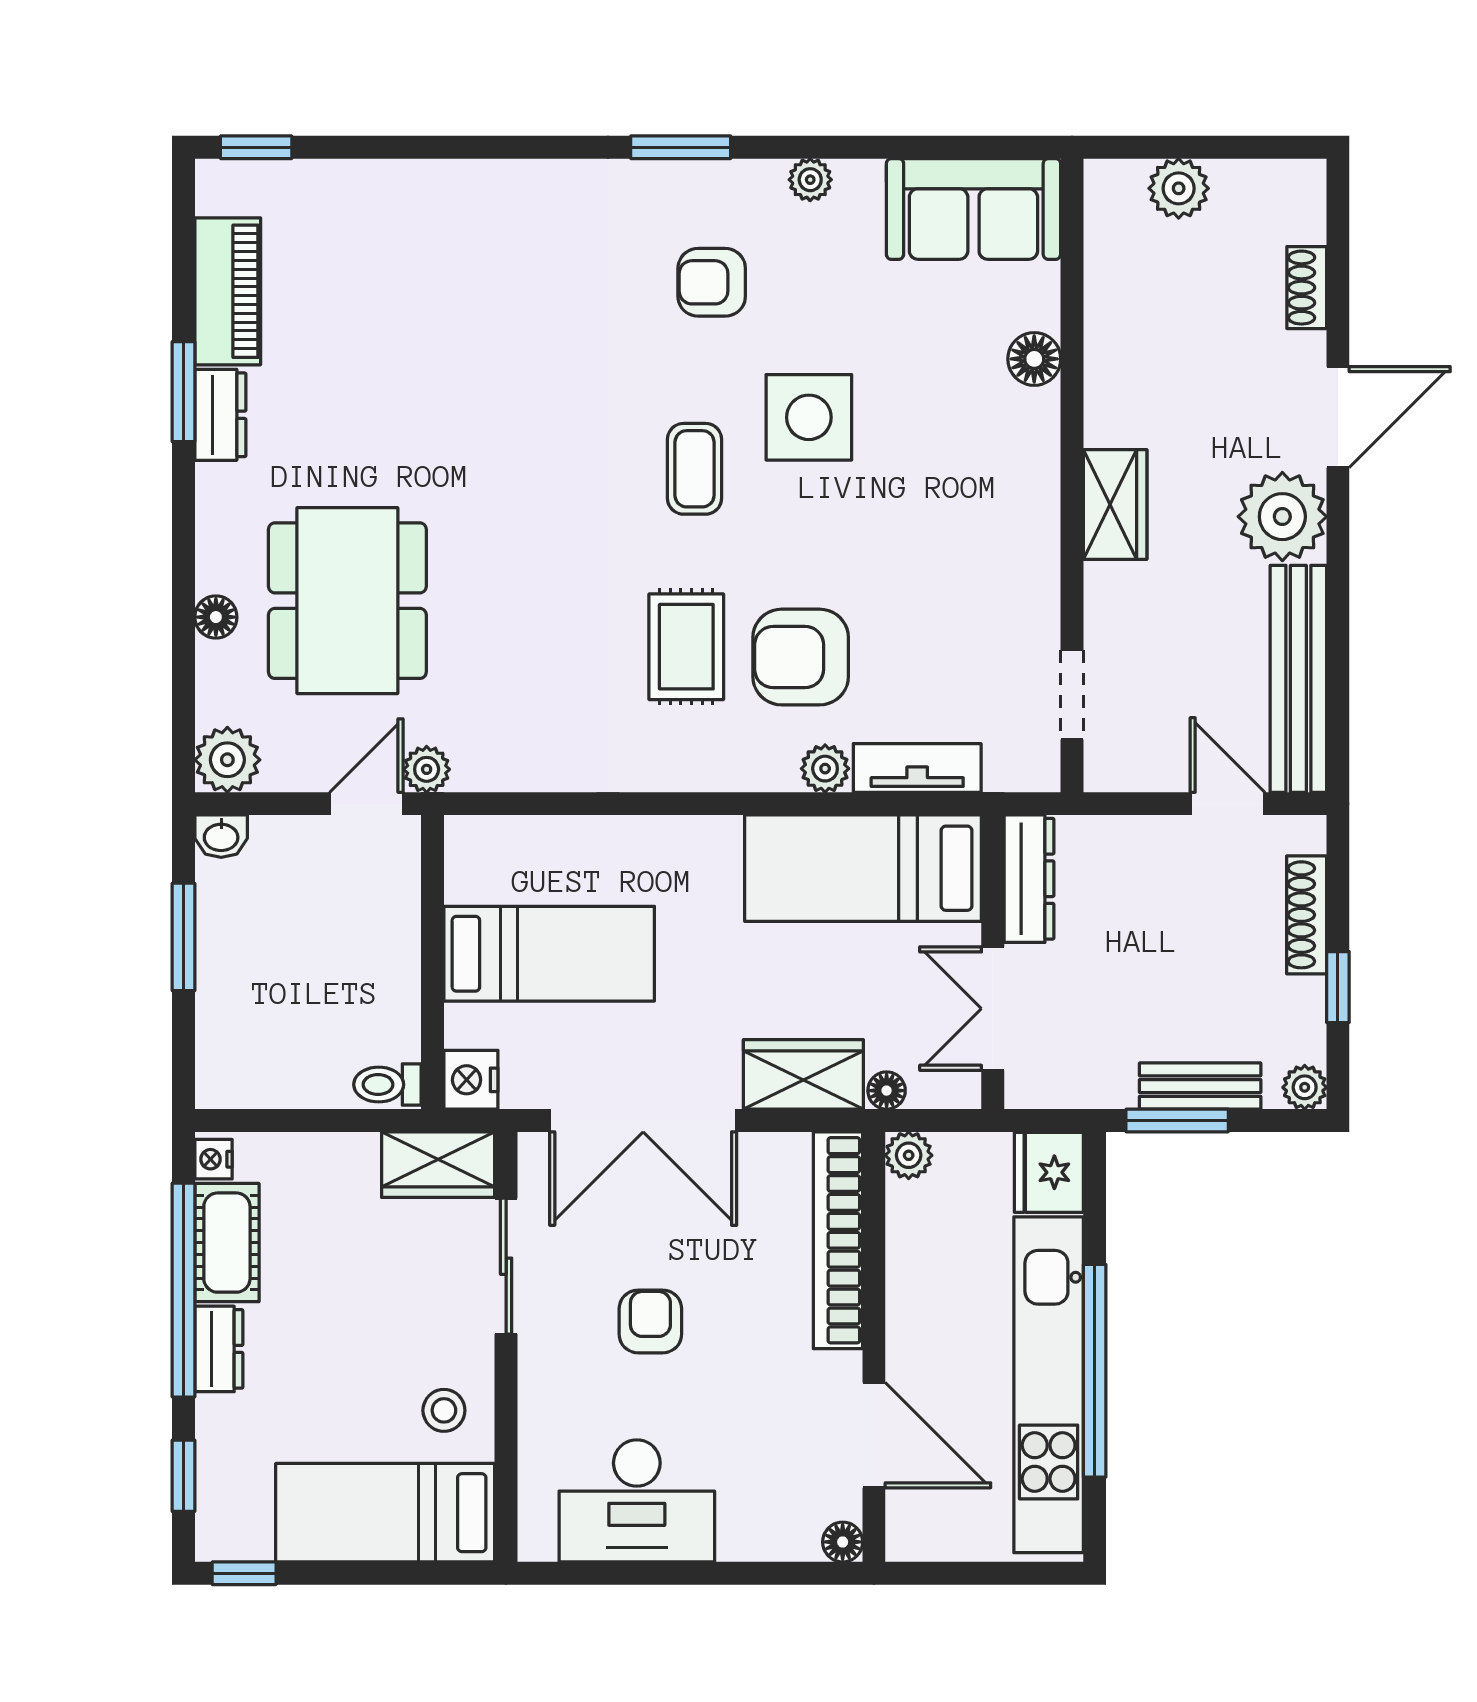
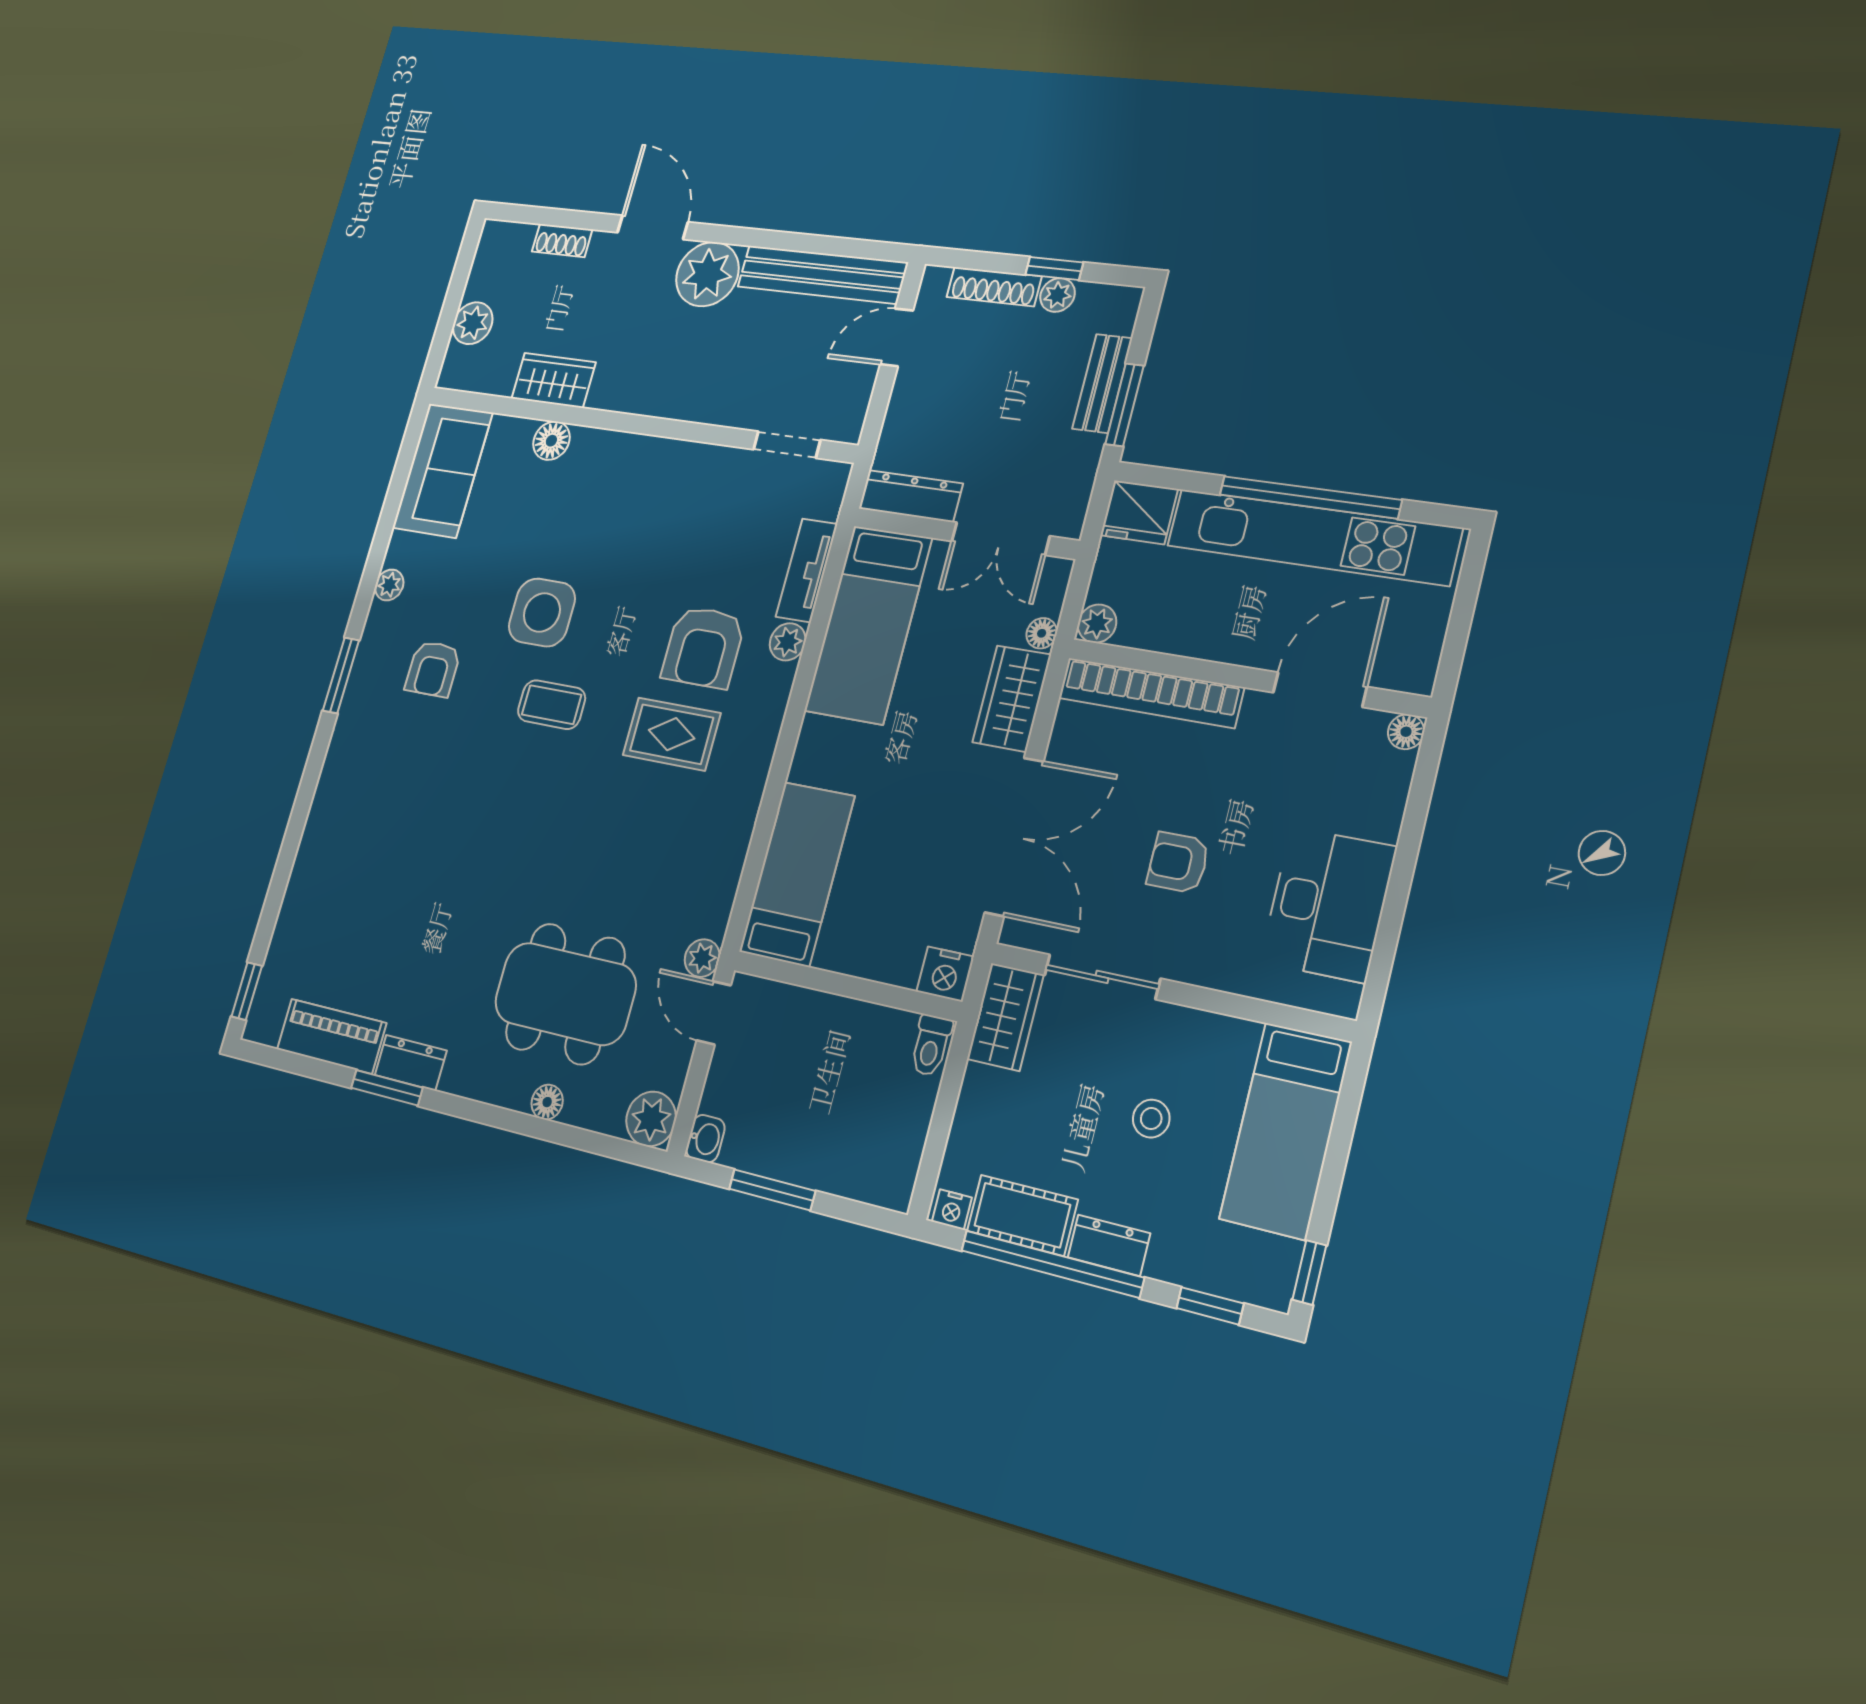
wardrobe: (1115, 505) -> (554, 380), moved
bed: (549, 954) -> (797, 874), moved
plant: (1305, 1087) -> (1058, 295), moved
stool: (444, 1410) -> (1151, 1119), moved

